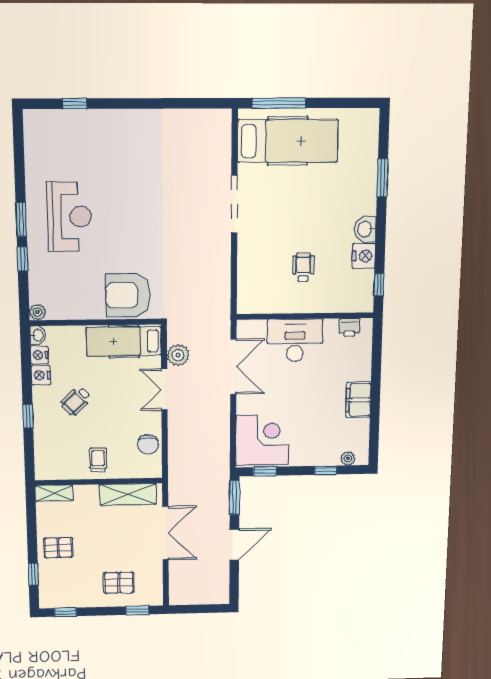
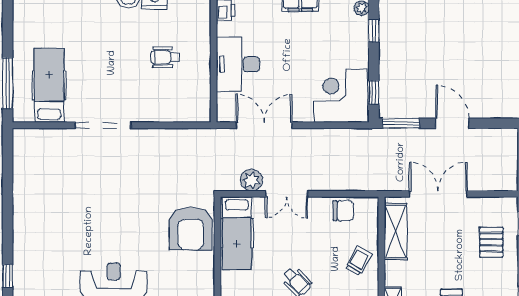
hospital bed: (288, 141) -> (49, 85), width x0.73, depth x0.78
trolley: (98, 460) -> (359, 261), turned 118

